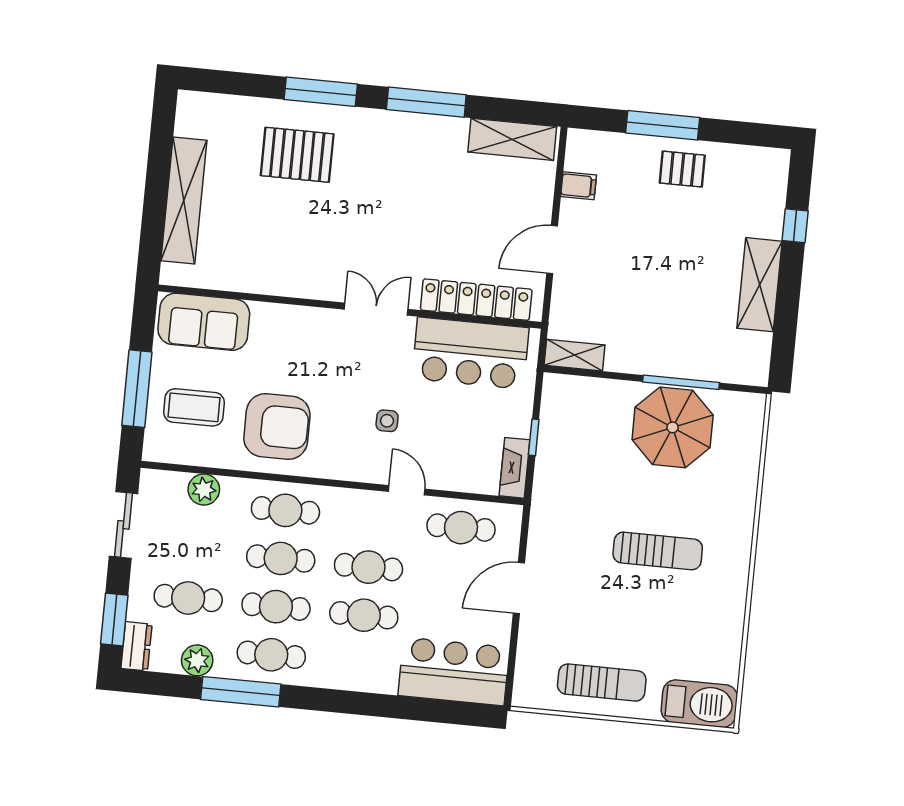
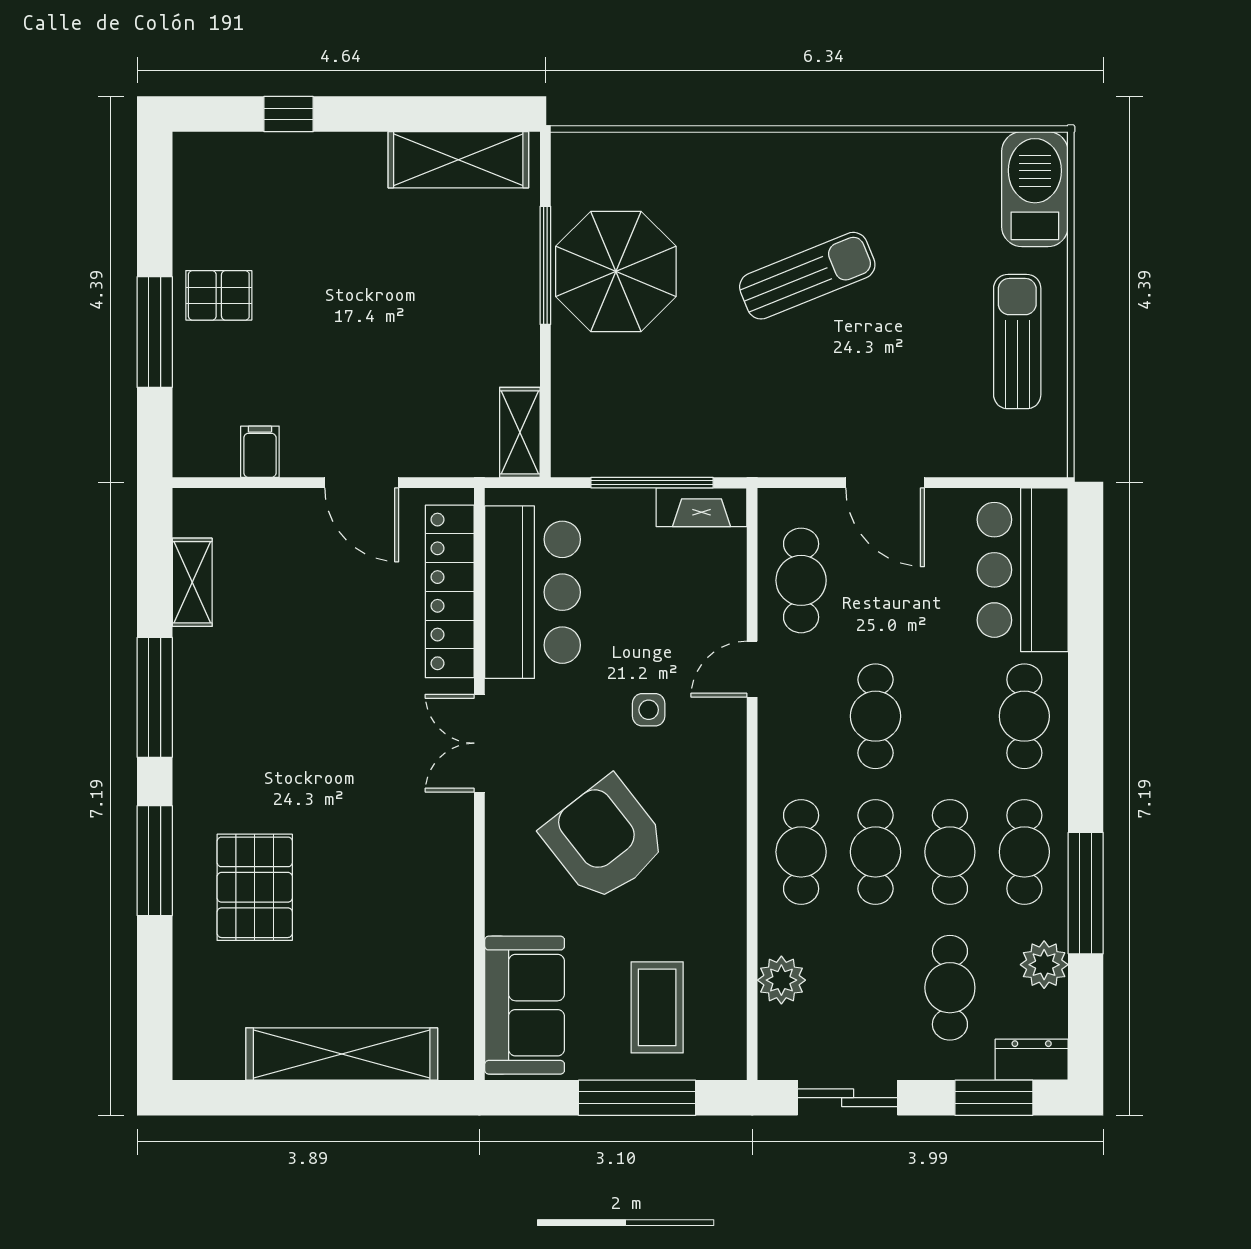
shelving: (512, 139) -> (192, 582), width x0.67, depth x0.75
pallet: (682, 169) -> (219, 295), turned 90
shelving: (759, 285) -> (458, 160), moved
armchair: (277, 427) -> (605, 839), moved, turned -38
window: (534, 437) -> (652, 483), width x2.17
sun lounger: (658, 551) -> (807, 276), turned 68
cafe table: (364, 615) -> (1024, 716), moved

